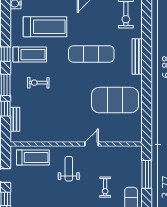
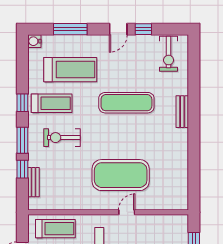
bench: (137, 56) -> (182, 112), width x0.73
exercise bike: (38, 83) -> (62, 138), width x1.38, depth x1.39
exercise mat: (115, 100) -> (121, 175), moved

